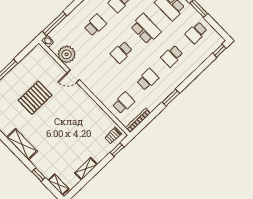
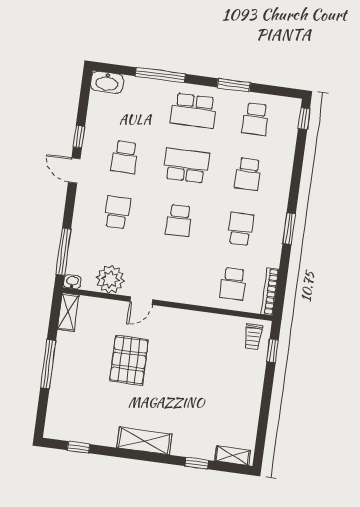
pallet: (35, 98) -> (129, 360), moved
school desk: (123, 103) -> (233, 284), turned 180
shelving: (86, 169) -> (68, 312), moved

